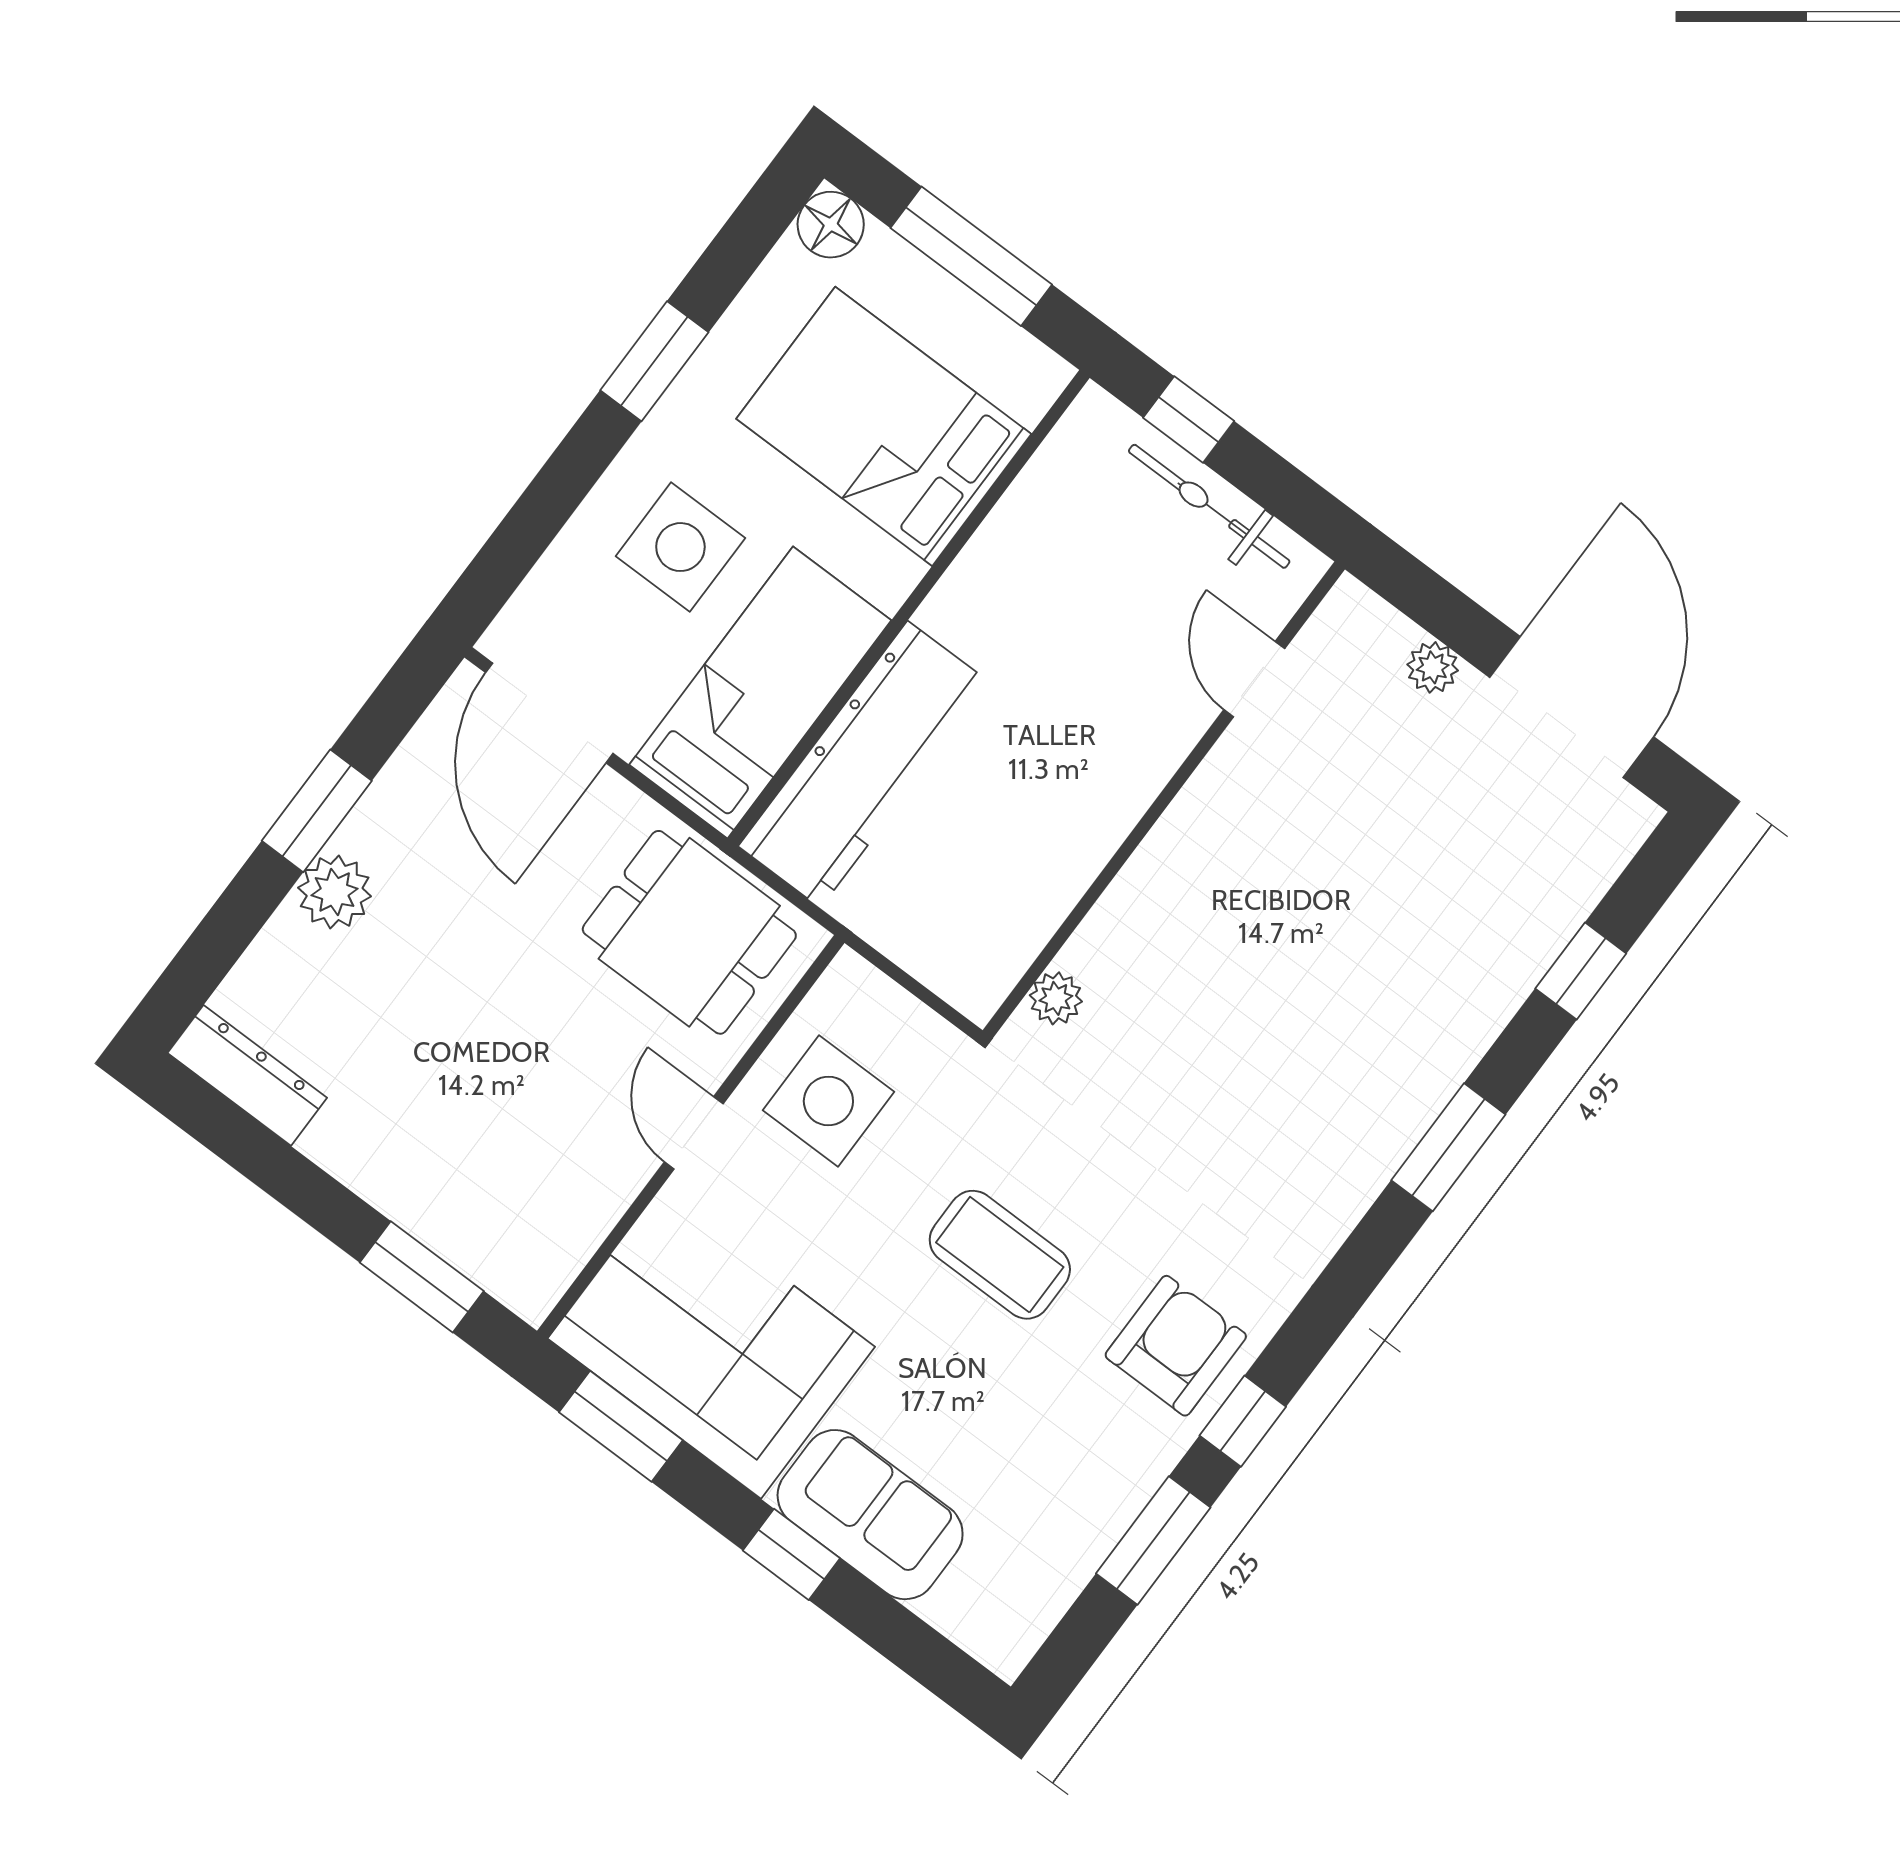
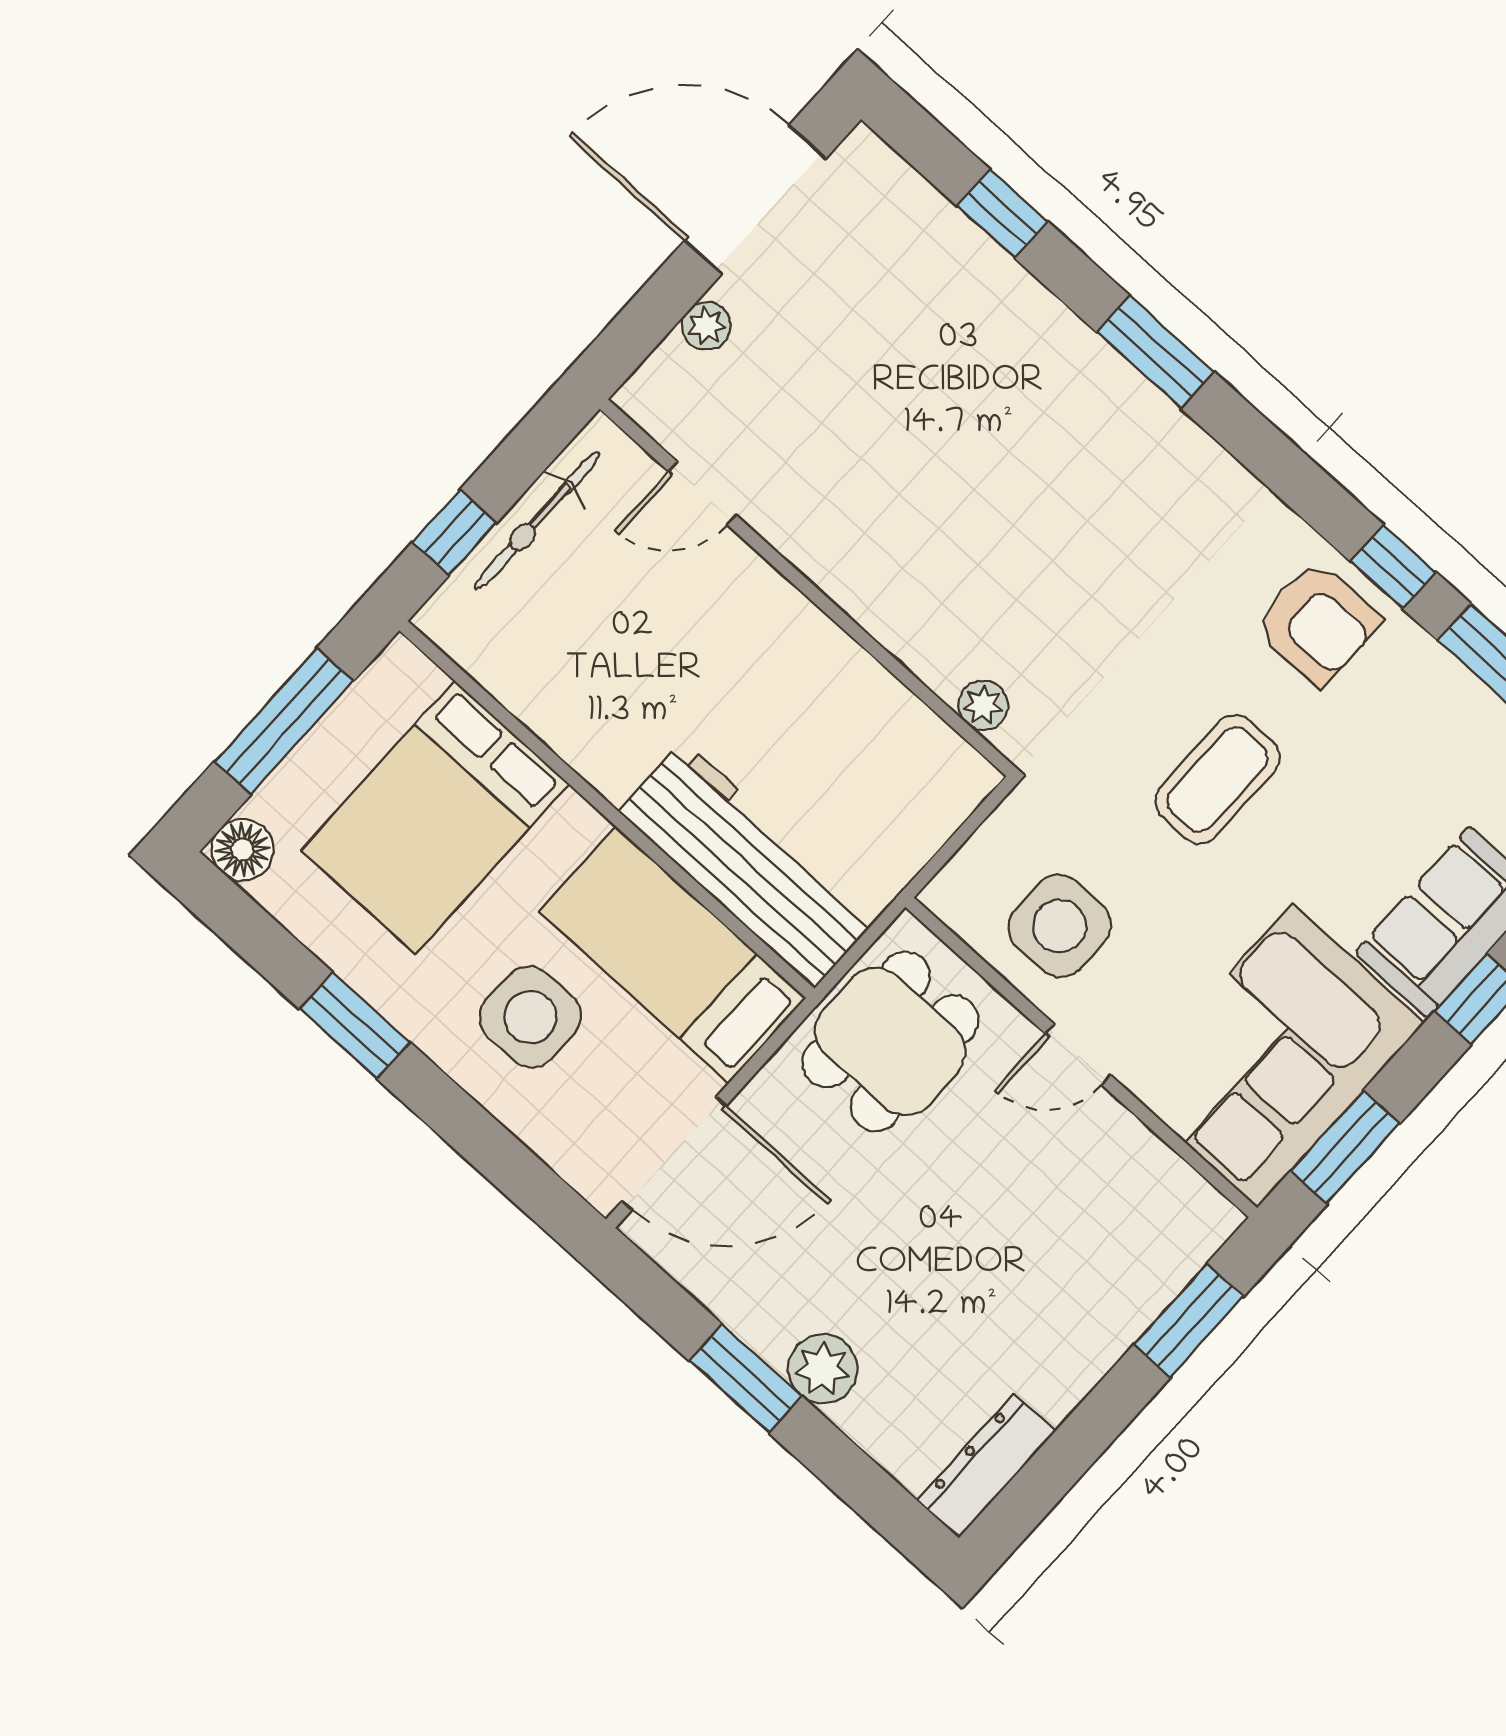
armchair: (1176, 1346) -> (1317, 623), turned 180

